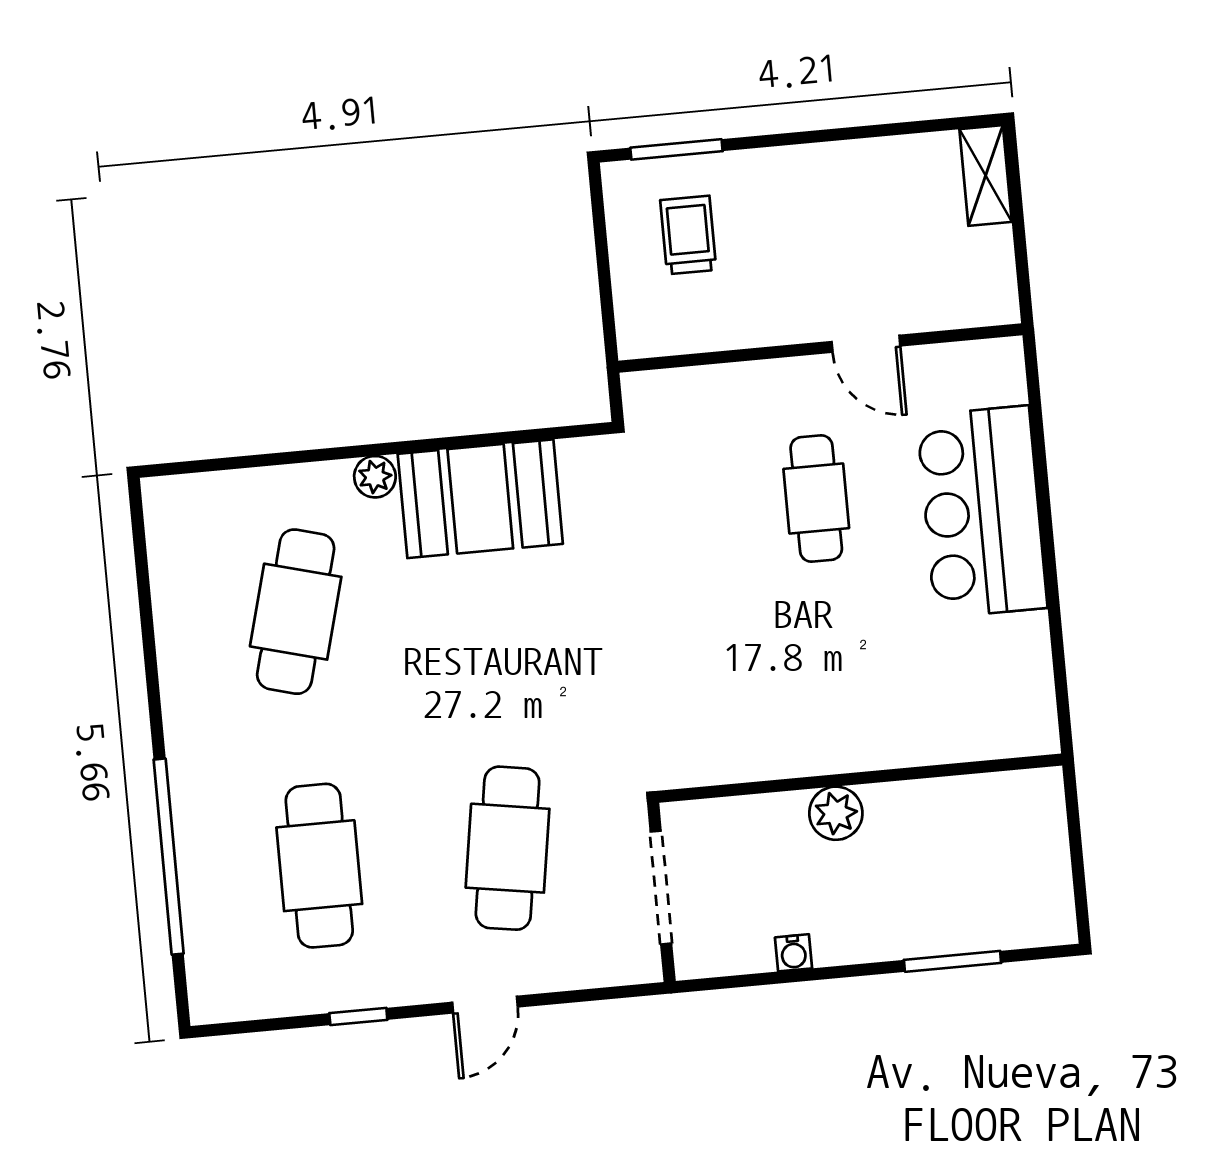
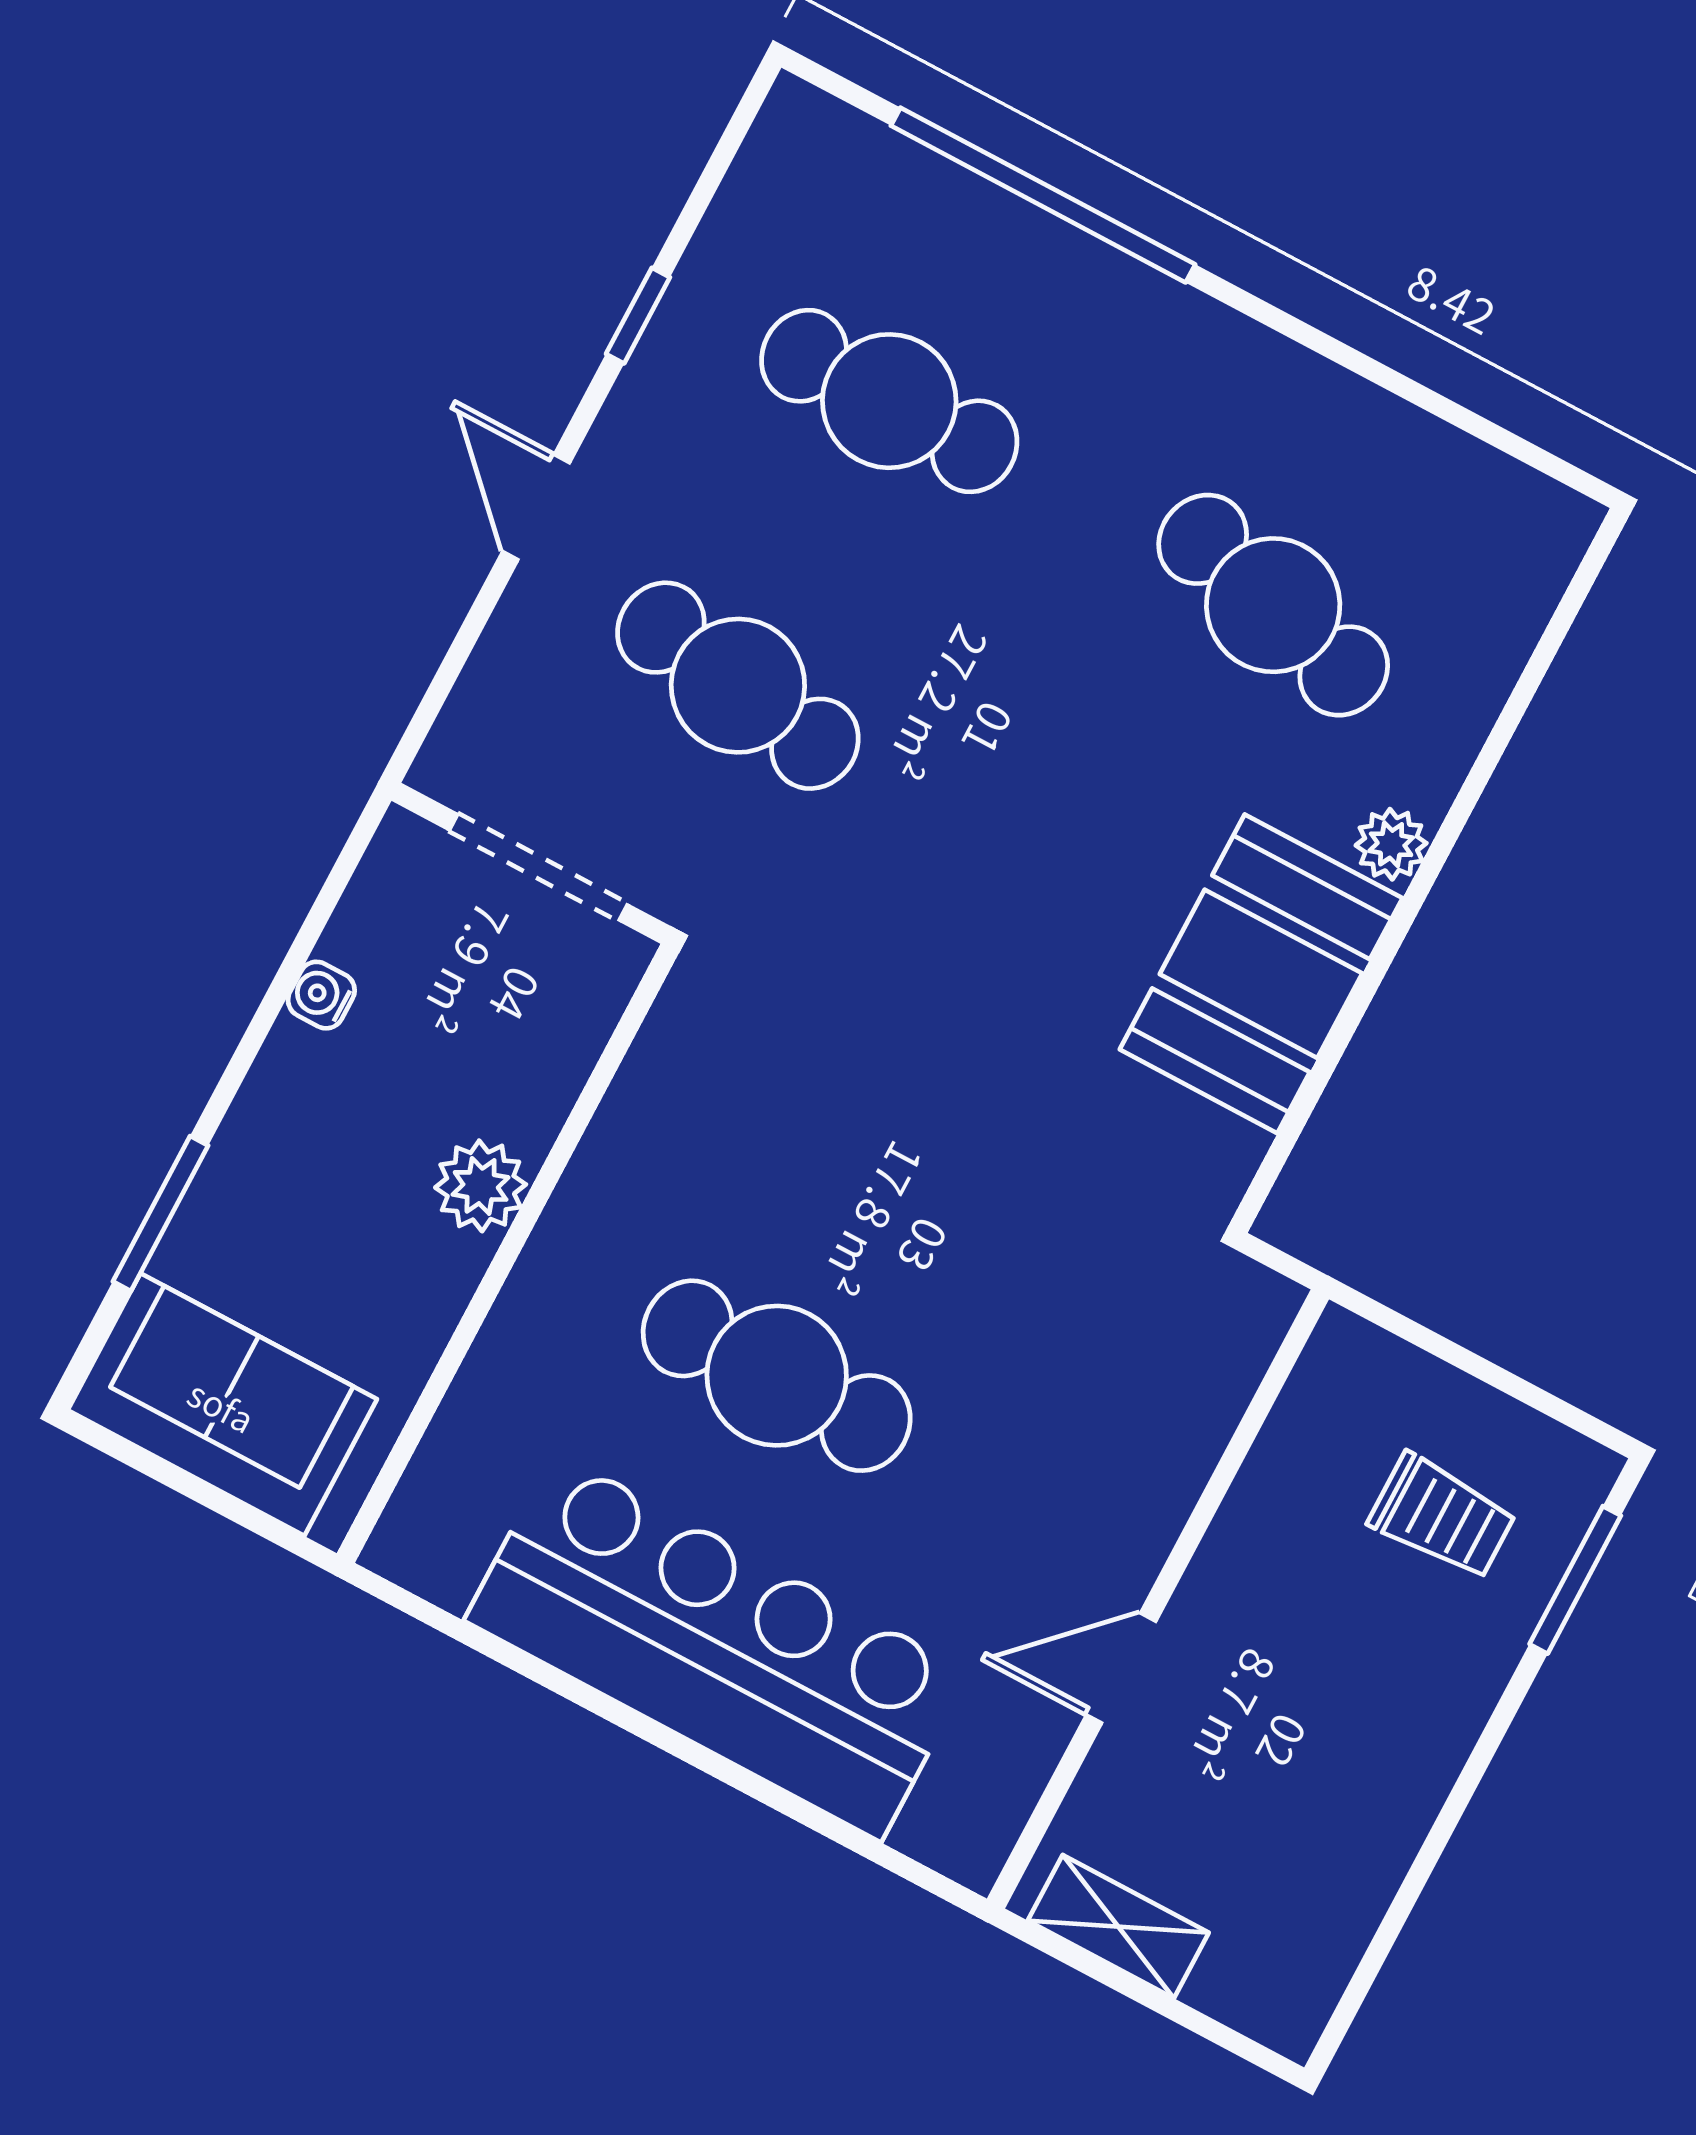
shelving: (986, 176) -> (1118, 1927), moved
cafe table: (816, 498) -> (777, 1376), moved, width x1.37, depth x1.35
bar counter: (982, 512) -> (718, 1647), width x1.36
sofa: (1026, 869) -> (222, 1405), added

